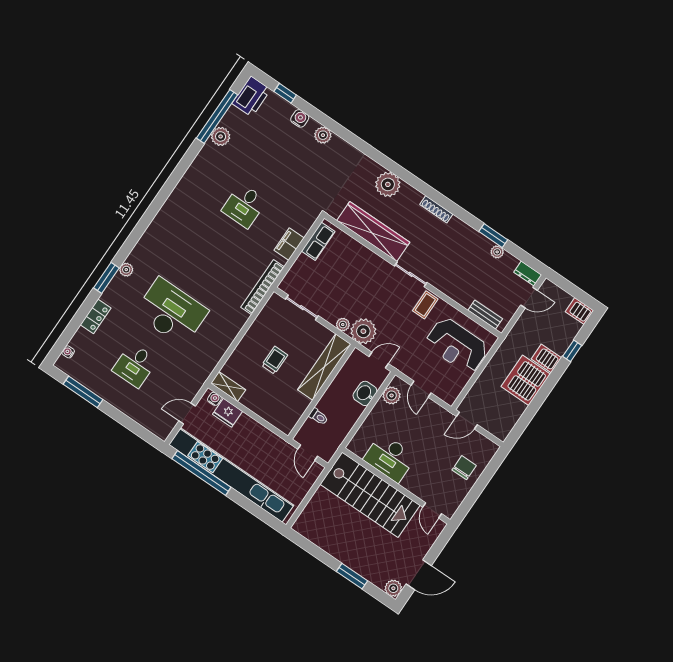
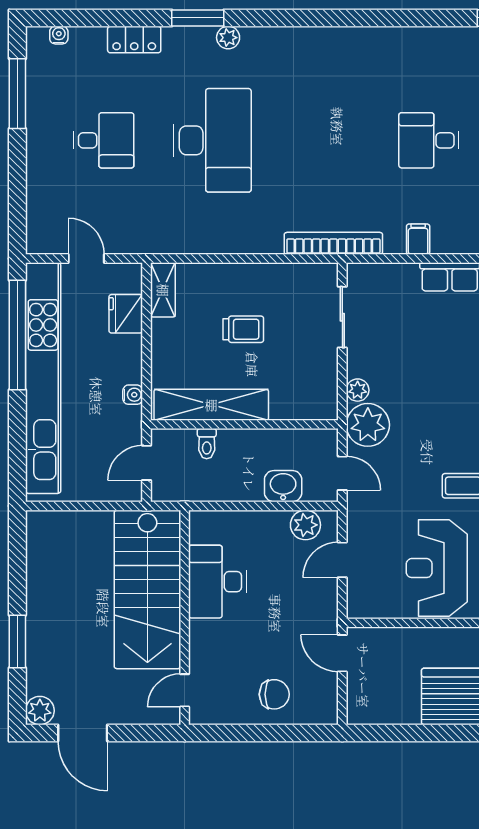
filing cabinet: (289, 244) -> (418, 239), width x0.50
desk: (135, 365) -> (104, 140), turned 180
shelving: (324, 367) -> (211, 405), moved
water cooler: (214, 399) -> (133, 395), moved

